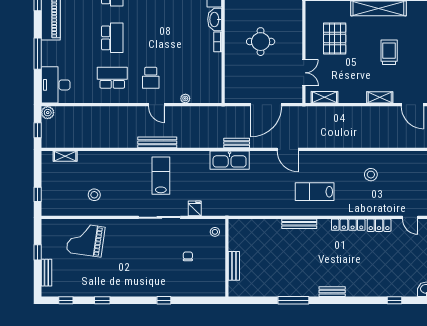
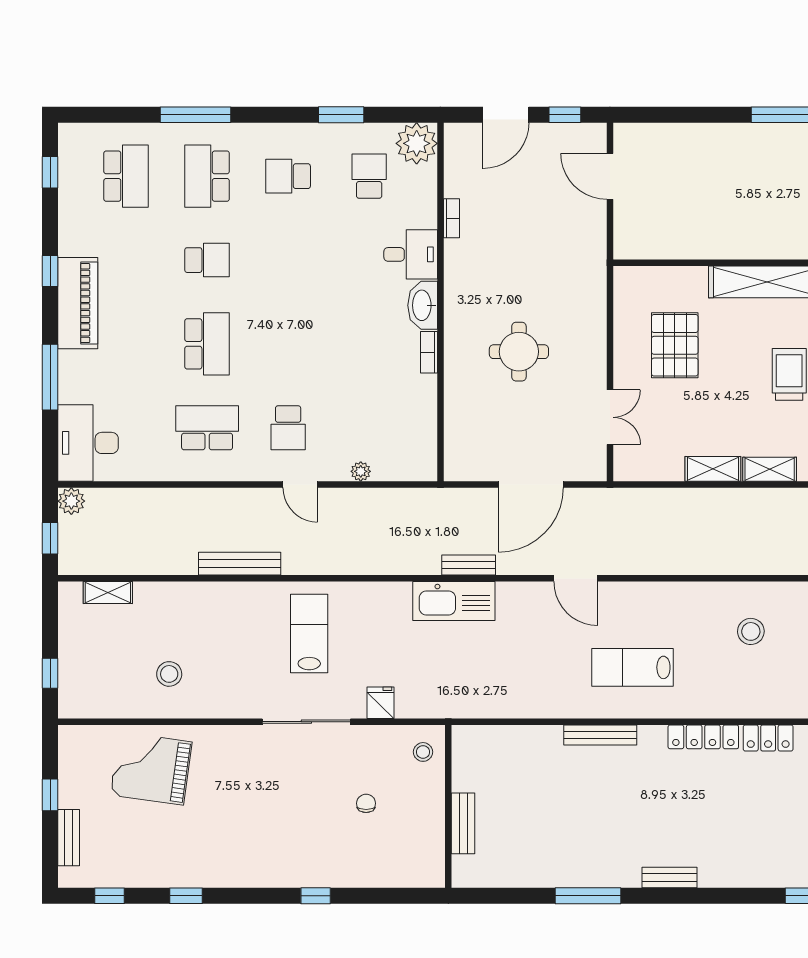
shelving: (324, 97) -> (713, 469), moved
bench: (157, 142) -> (240, 564), moved

